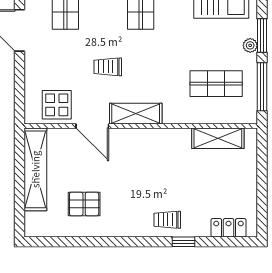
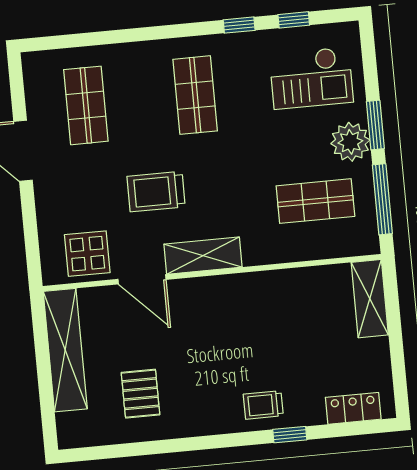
plant: (250, 45) -> (350, 142), width x1.88, depth x1.88
trolley: (108, 67) -> (156, 192), width x1.36, depth x1.39
shelving: (218, 138) -> (370, 299), moved, turned 90
pallet: (84, 204) -> (140, 394), turned 90

